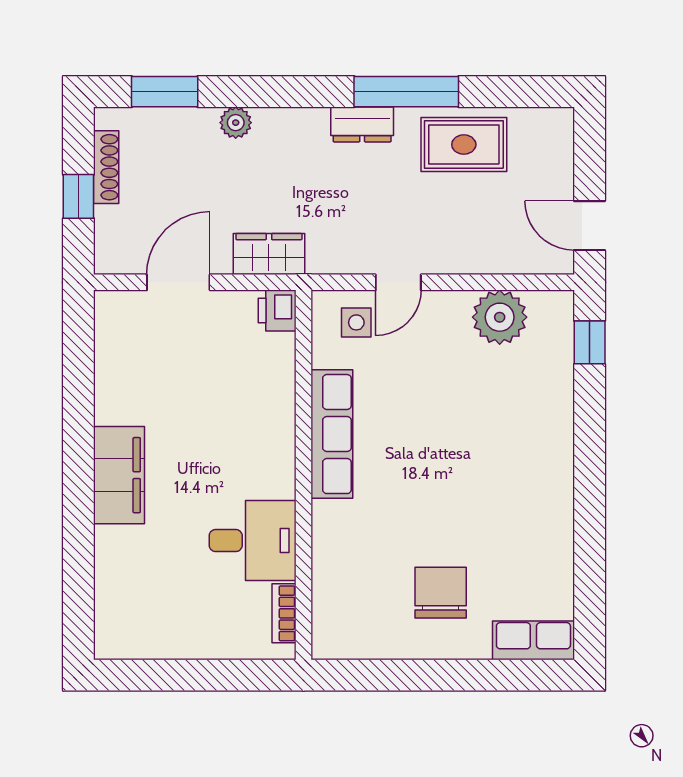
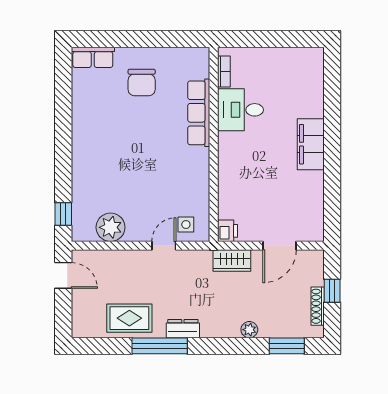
row of seats: (332, 434) -> (199, 113), moved

